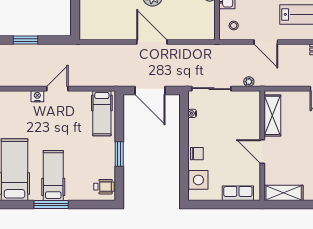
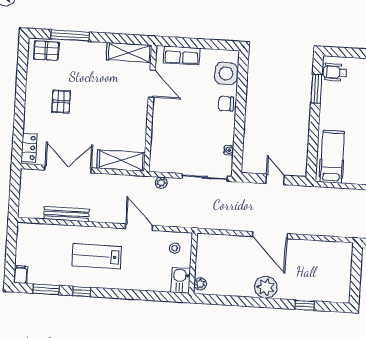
door: (150, 91) -> (275, 179), width x0.53
shelving: (272, 115) -> (121, 161), moved, turned 90
door: (262, 152) -> (152, 84), moved
window: (119, 154) -> (316, 89), moved

